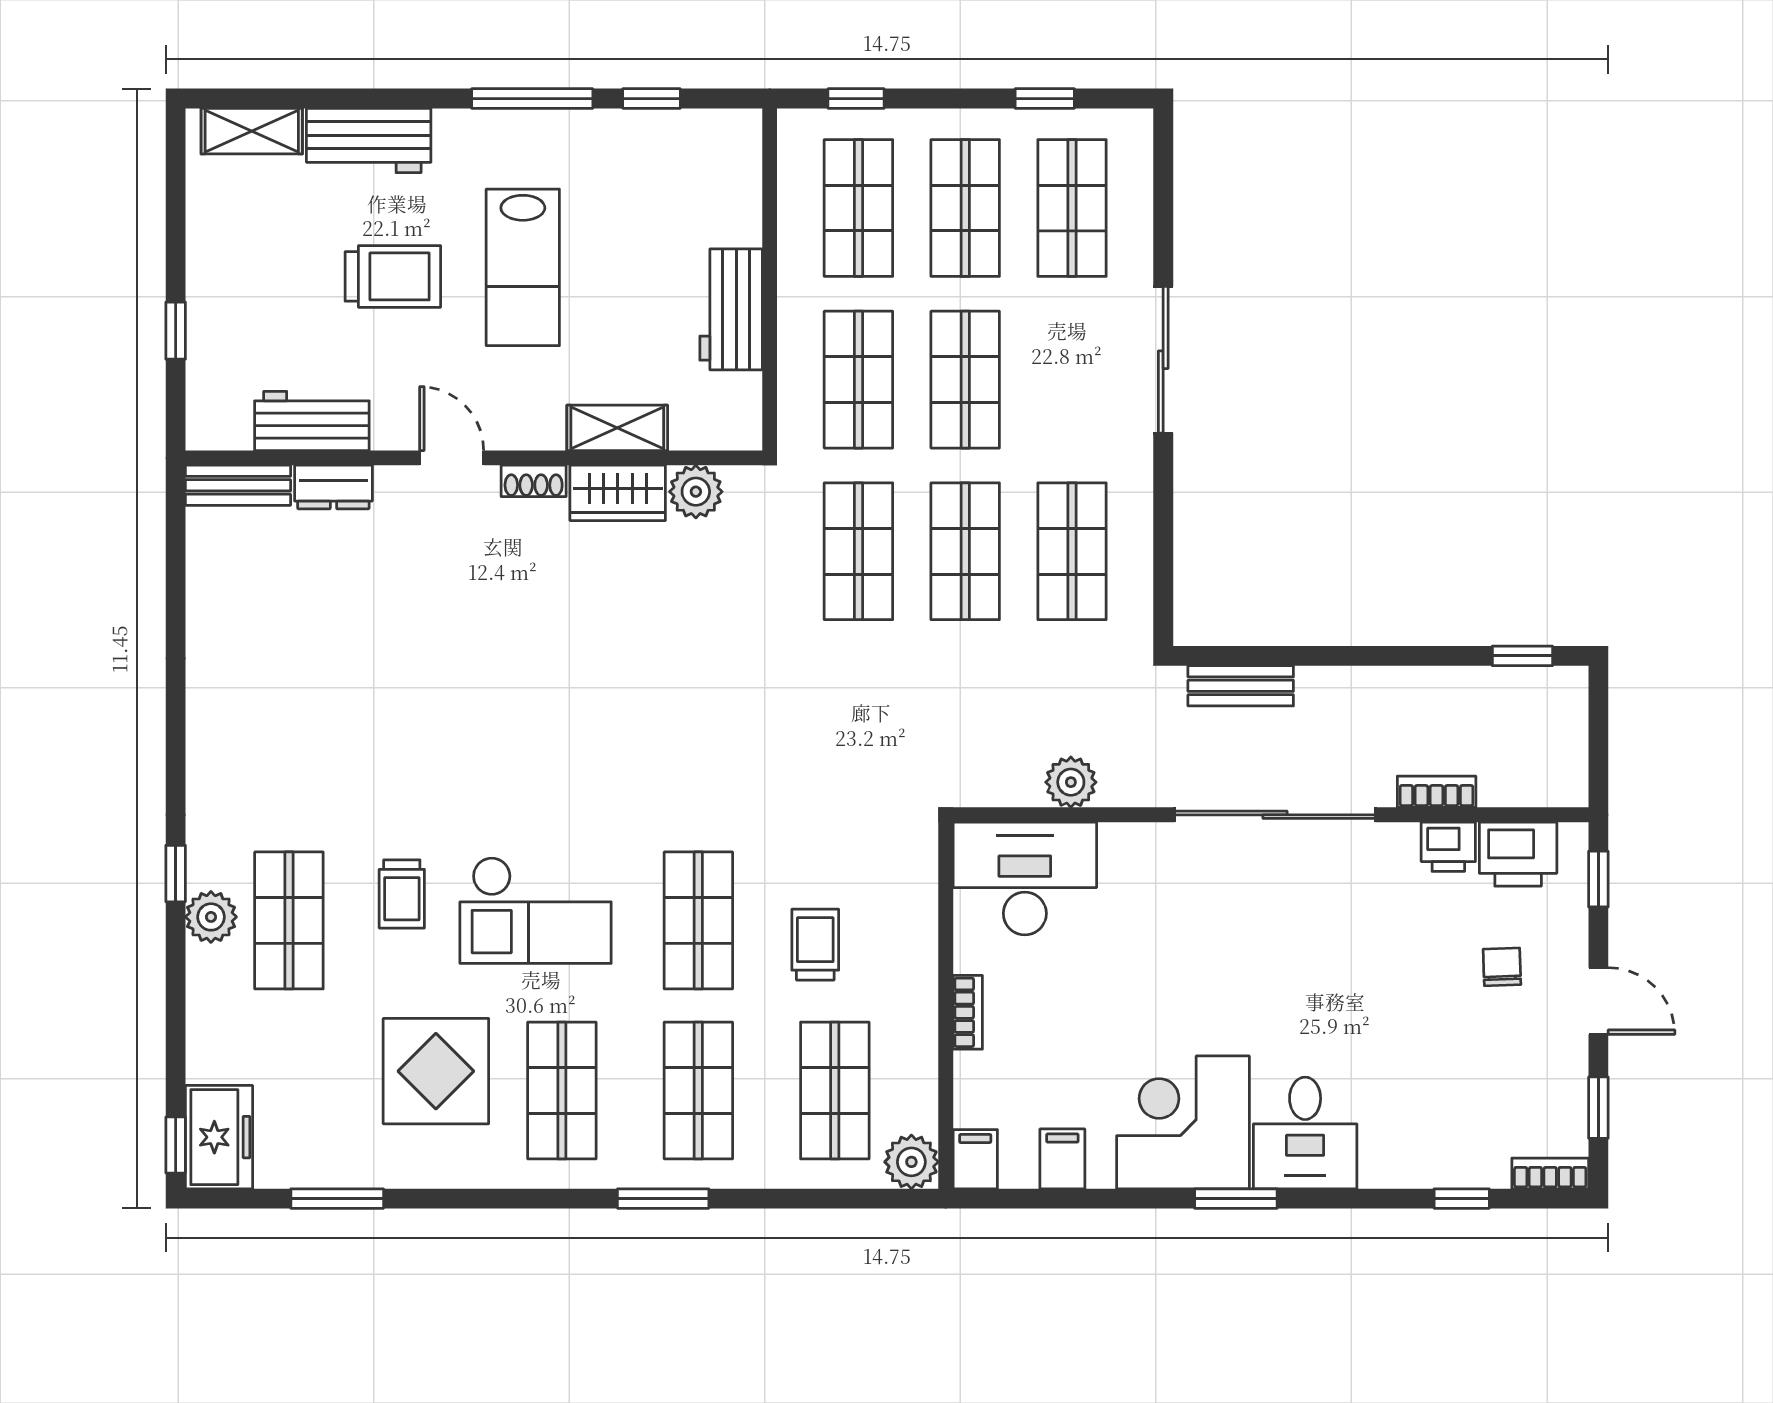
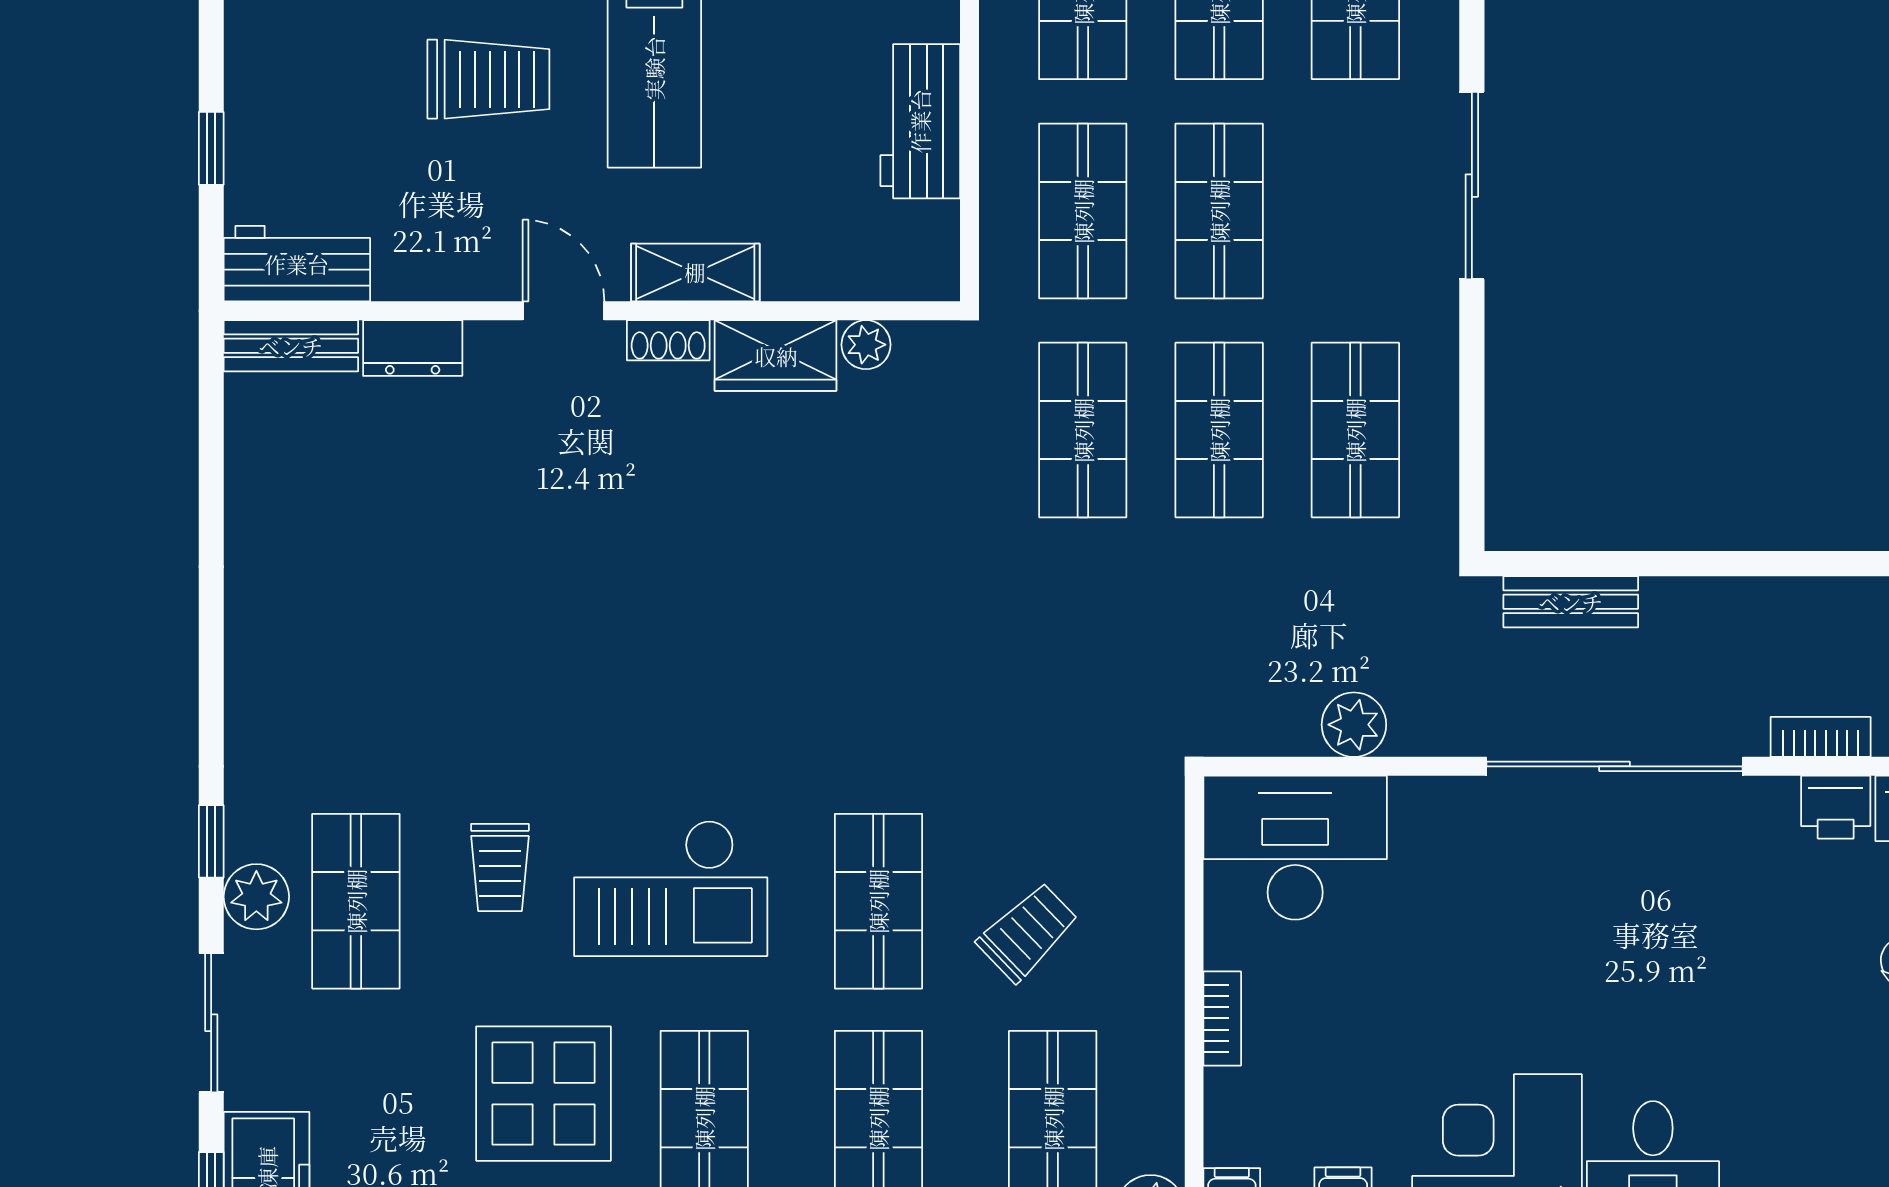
workbench: (312, 421) -> (297, 264), moved
shelving: (617, 428) -> (695, 272), moved
plant: (696, 492) -> (866, 345), width x0.73, depth x0.73
trolley: (815, 945) -> (1028, 932), turned 46
sliding door: (176, 1016) -> (211, 1023), added

